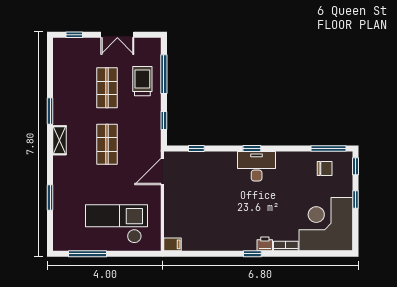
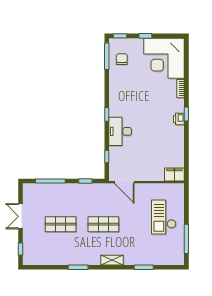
double door: (117, 35) -> (20, 216), swing flipped
trolley: (142, 81) -> (56, 197), removed
shelving: (60, 140) -> (112, 260), moved
desk: (257, 166) -> (120, 131), moved
checkout: (116, 224) -> (164, 217), width x0.73, depth x0.83
filing cabinet: (173, 244) -> (174, 174), width x2.00
printer: (265, 244) -> (179, 119), moved

